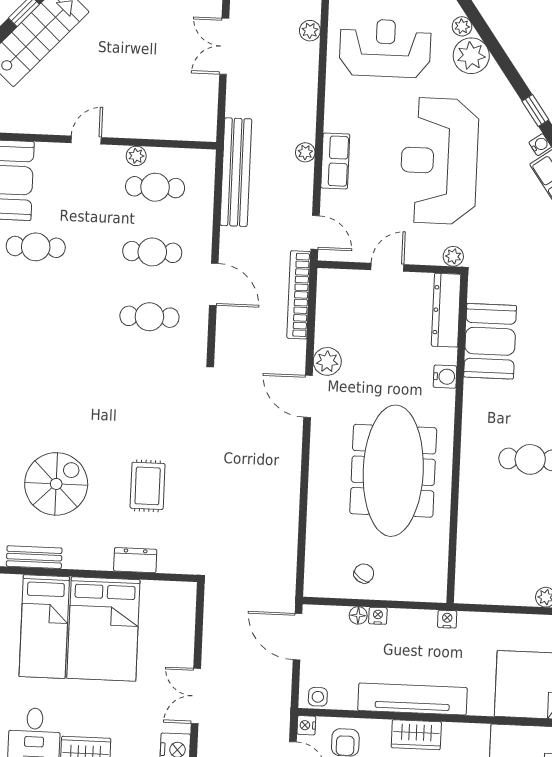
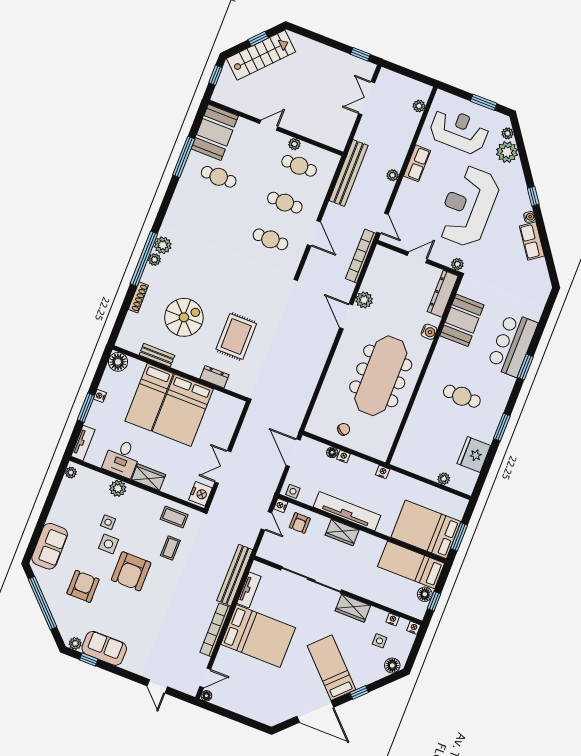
row of seats: (335, 161) -> (417, 163), moved
rug: (148, 486) -> (236, 336), width x1.36, depth x1.43

